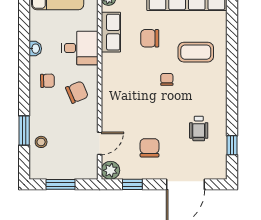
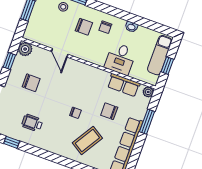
chair: (150, 38) -> (109, 111), turned -90
coffee table: (196, 52) -> (87, 140), turned 32
chair: (77, 92) -> (84, 27), moved, turned -67
door: (100, 143) -> (60, 53), moved

